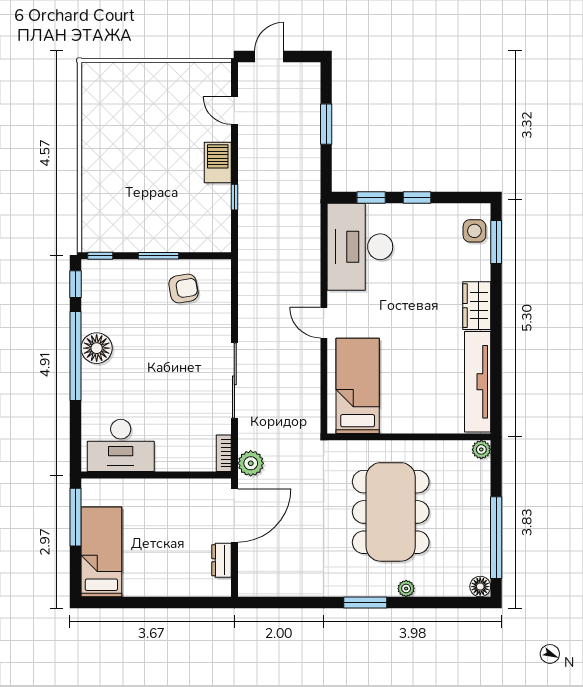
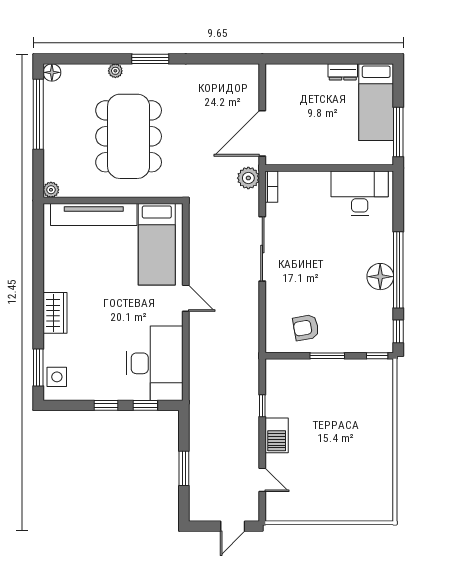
tv unit: (478, 382) -> (94, 214), moved, turned 90
dresser: (221, 560) -> (343, 72), moved, turned 90

